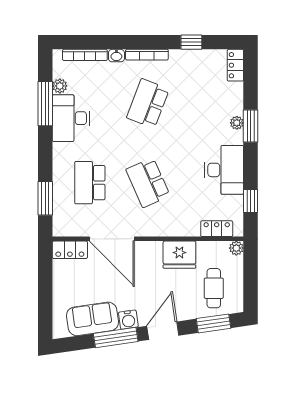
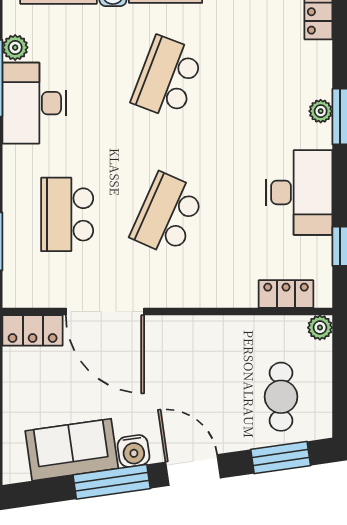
school desk: (148, 183) -> (167, 214), turned 48
fridge: (179, 255) -> (222, 339), removed
door: (163, 331) -> (193, 470), hinge flipped

